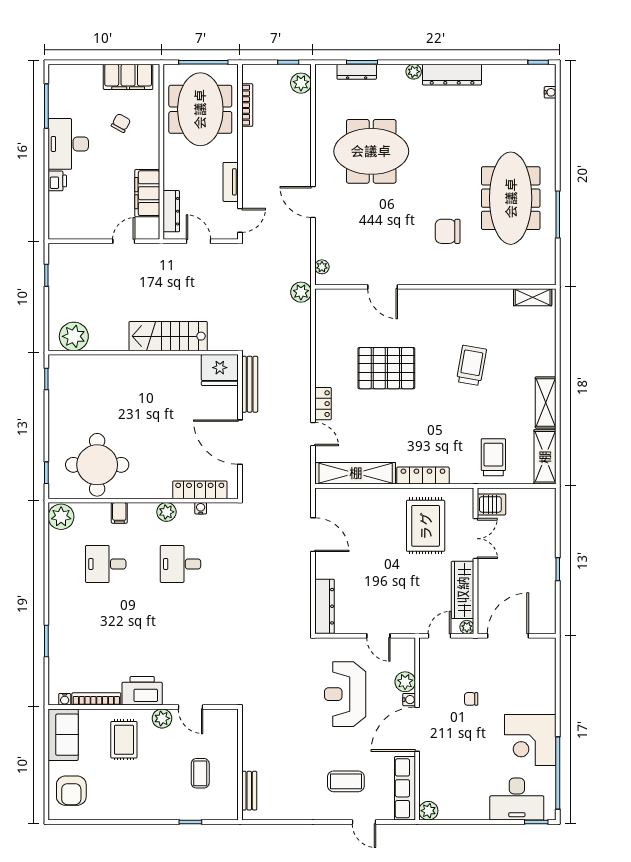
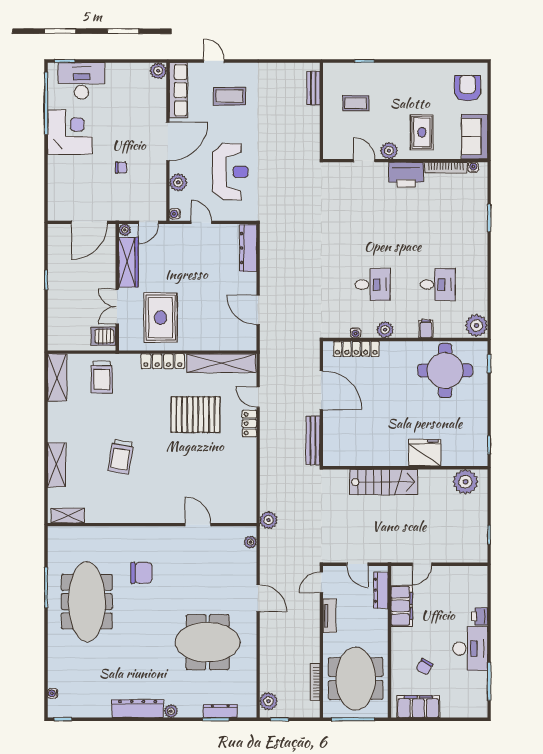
pallet: (386, 368) -> (195, 415), moved
fridge: (220, 370) -> (425, 453), moved
shelving: (546, 402) -> (56, 465), moved
water cooler: (409, 700) -> (175, 214), moved
coffee table: (200, 773) -> (356, 103), turned 90

